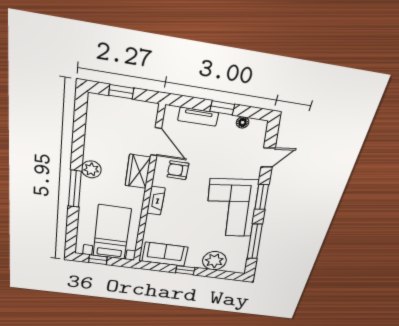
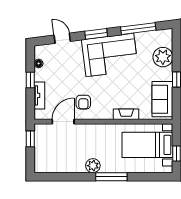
window: (121, 92) -> (30, 139), moved
wardrobe: (138, 171) -> (89, 131), removed
fireplace: (156, 201) -> (126, 114), moved

